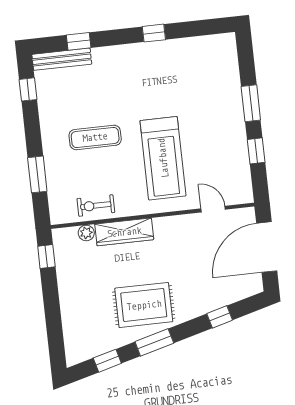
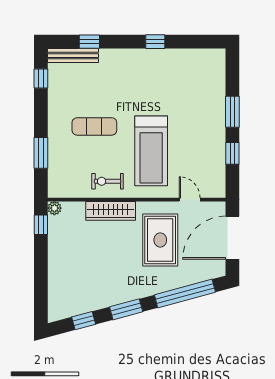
exercise bike: (96, 206) -> (108, 181), moved
plant: (86, 233) -> (54, 208), moved
rug: (144, 305) -> (160, 240), moved, turned 90
window: (220, 317) -> (185, 294), width x3.17

